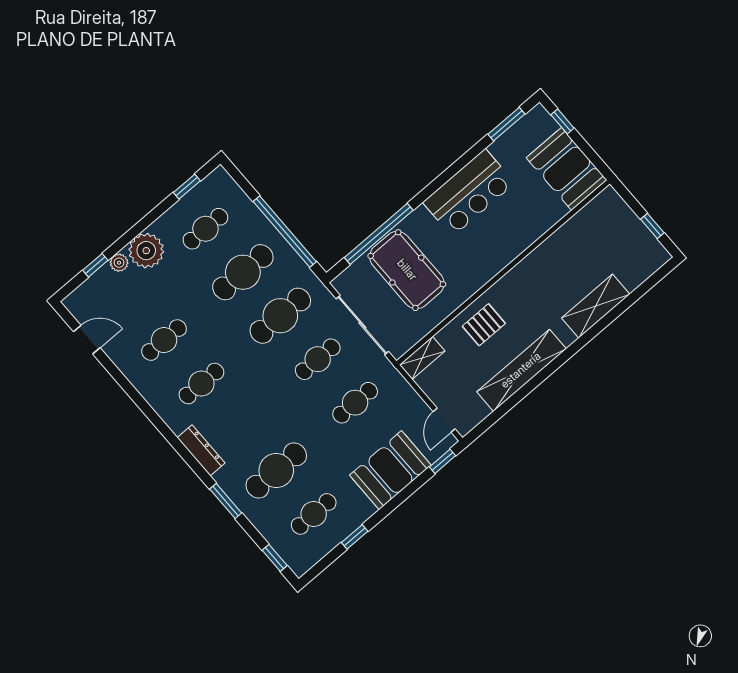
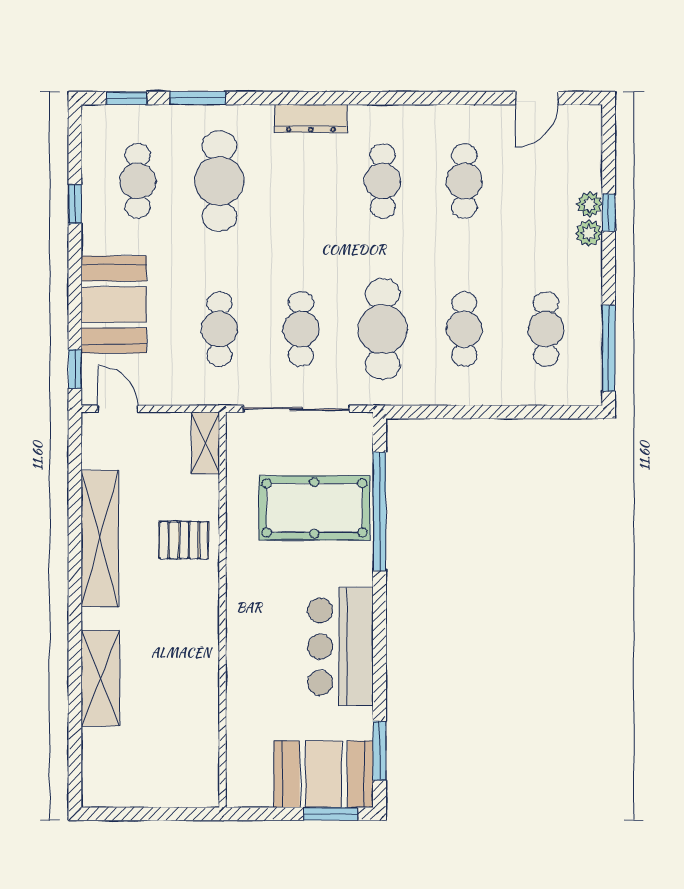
window: (562, 121) -> (331, 814), width x1.50
booth: (567, 169) -> (324, 774), moved
window: (187, 187) -> (609, 348), width x2.17
window: (652, 226) -> (134, 814), removed
window: (285, 232) -> (469, 412), removed
plant: (146, 251) -> (589, 233), width x0.53, depth x0.53
window: (95, 265) -> (609, 213), moved
cafe table: (243, 272) -> (464, 329), width x0.73, depth x0.74
pallet: (484, 325) -> (184, 540), turned 90
window: (226, 501) -> (198, 98), moved

